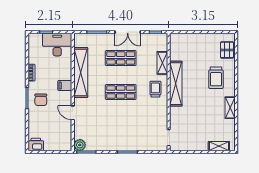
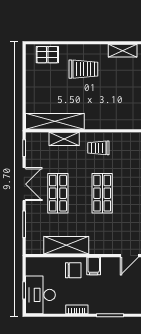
desk: (57, 45) -> (40, 295), moved
shelving: (81, 72) -> (66, 245), width x0.68
shelving: (176, 84) -> (55, 121), moved
chair: (41, 100) -> (73, 270), moved

